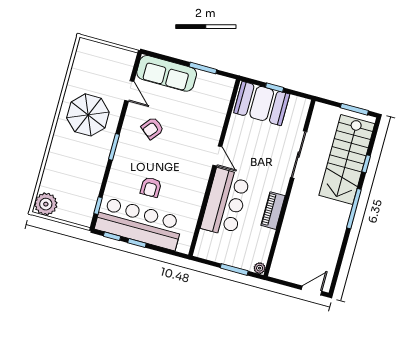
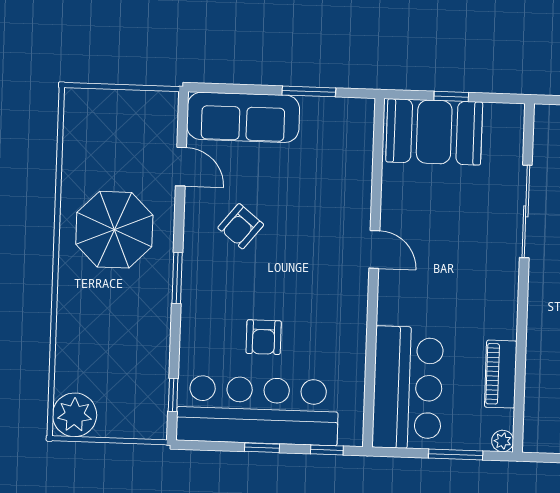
bar counter: (225, 202) -> (408, 388), moved
piano: (273, 211) -> (501, 374), moved
window: (112, 236) -> (327, 450), moved

